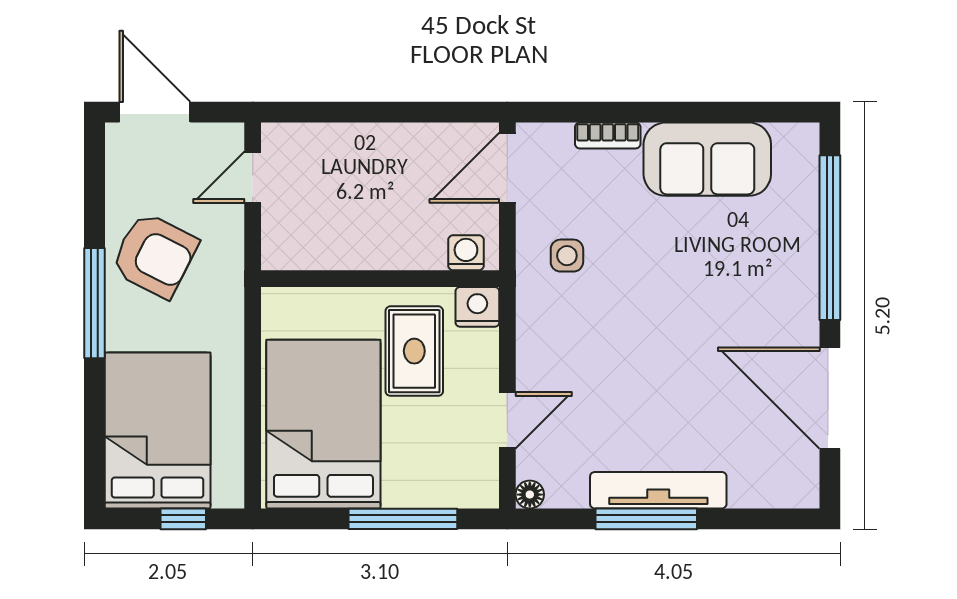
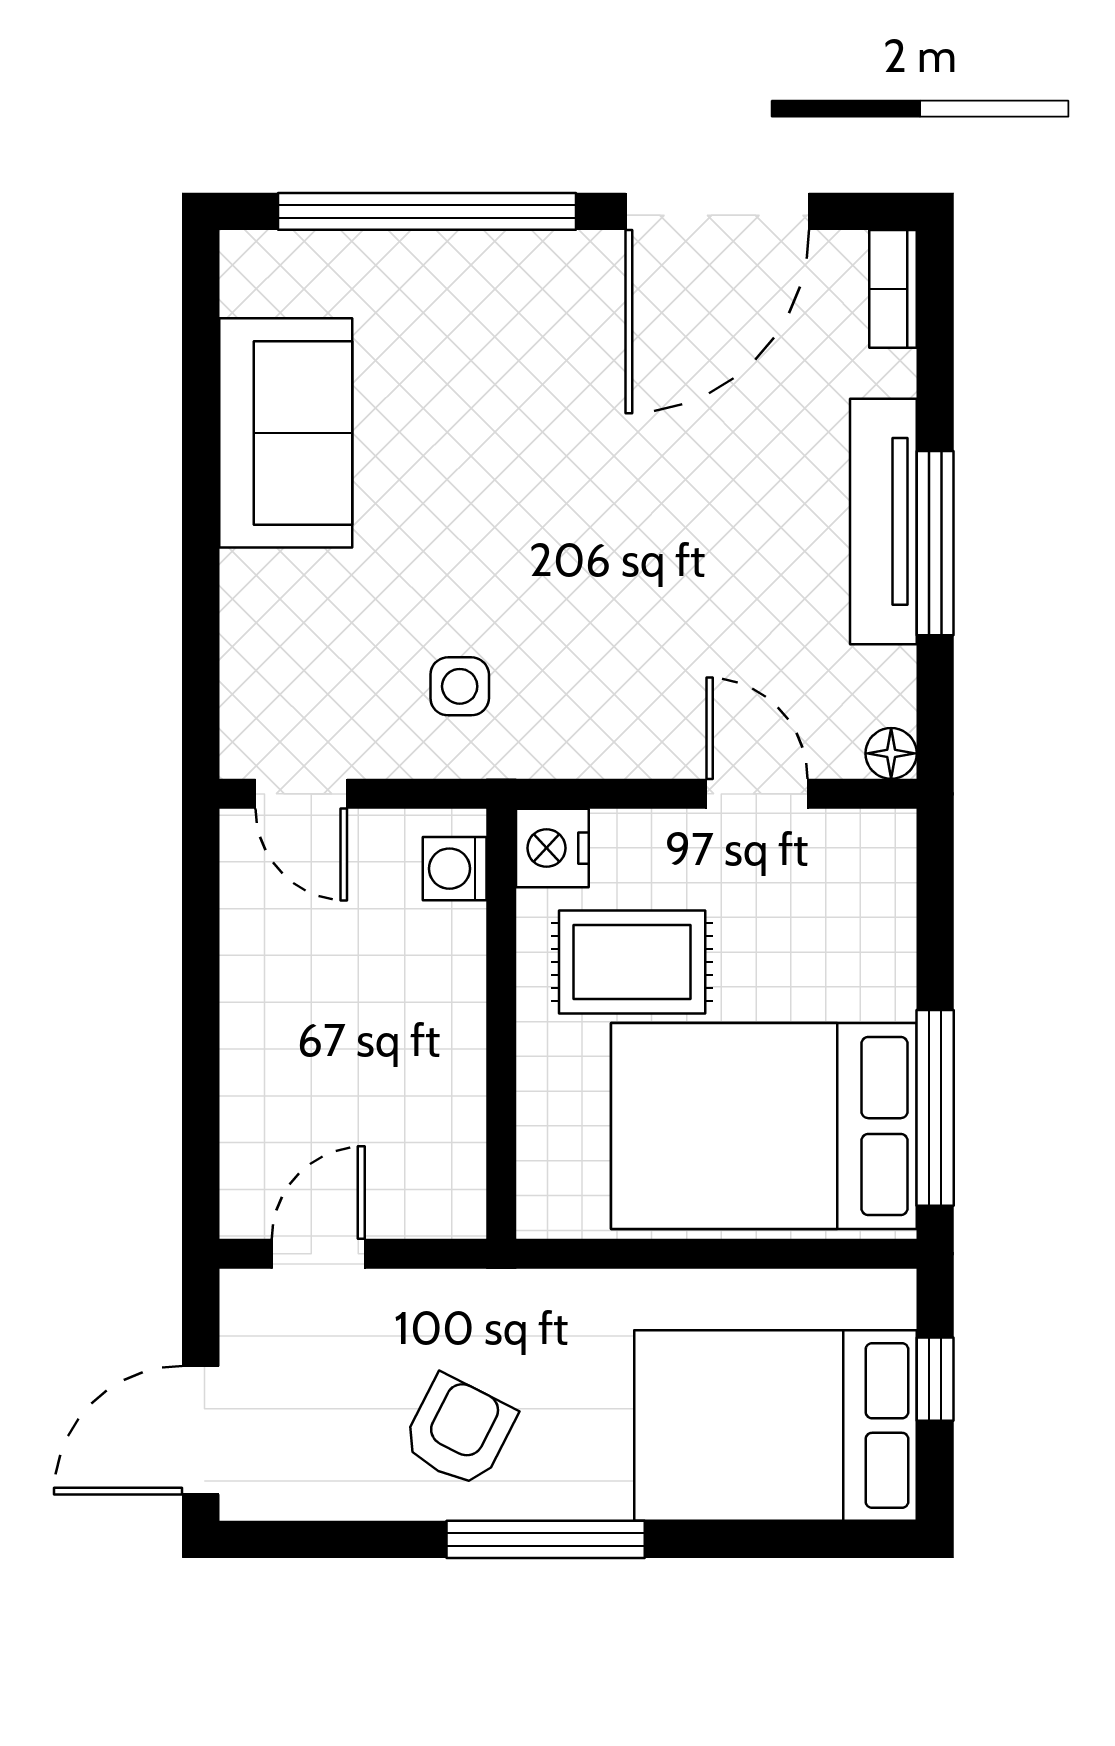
bookcase: (608, 135) -> (893, 289), moved, turned 180
door: (507, 168) -> (301, 794), width x0.73
door: (253, 177) -> (318, 1254), swing flipped
armchair: (154, 255) -> (459, 1431), width x0.72, depth x0.72
window: (403, 519) -> (935, 1108), moved

